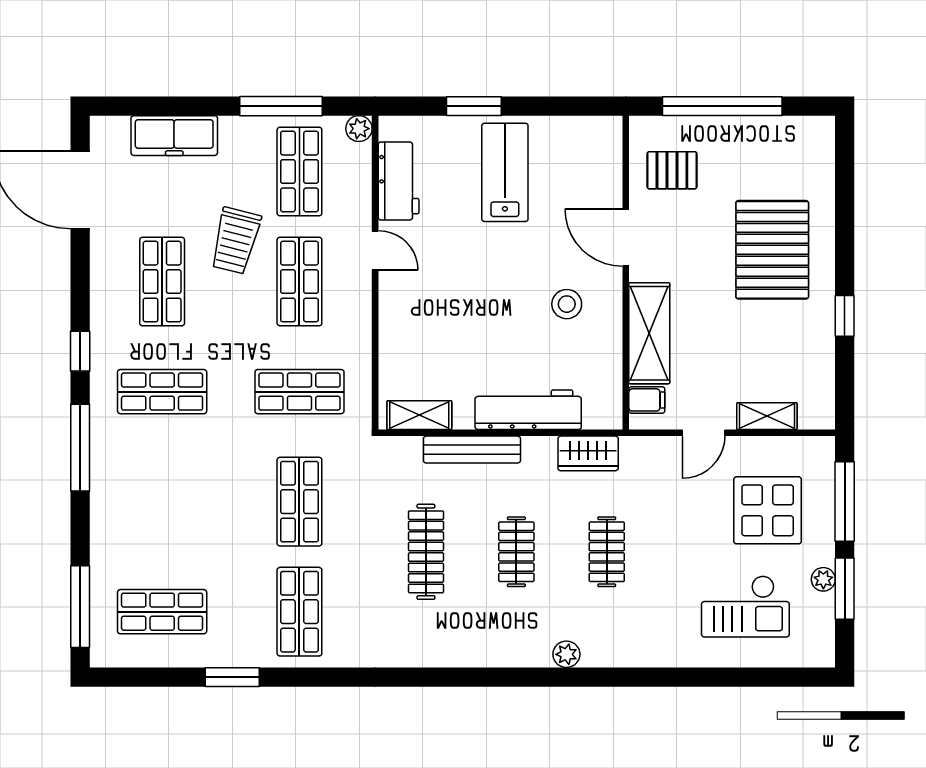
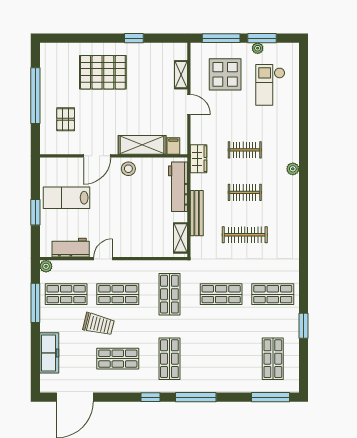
door: (626, 238) -> (97, 156), moved
wall: (626, 273) -> (114, 156), moved
shelving: (649, 333) -> (142, 145), moved
filing cabinet: (647, 400) -> (173, 146), moved
checkout: (745, 606) -> (270, 85), turned 180

